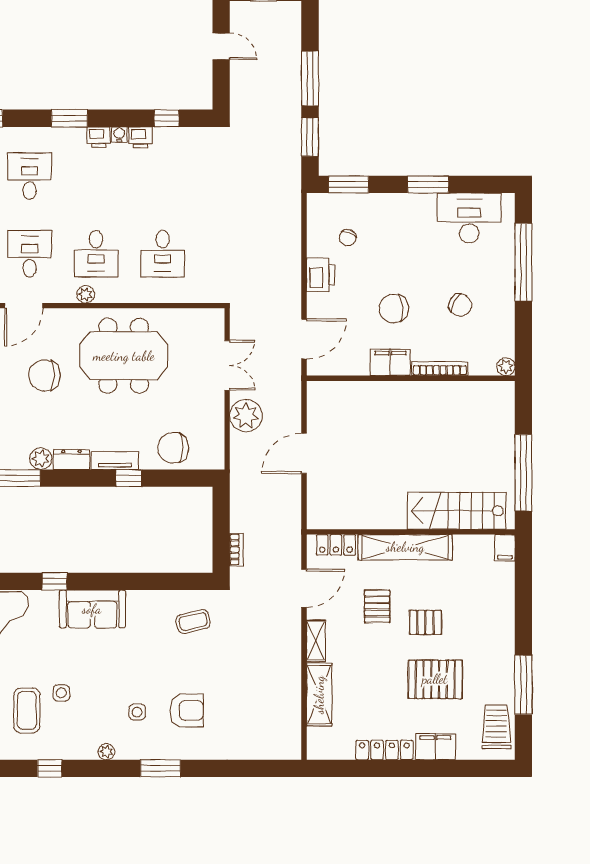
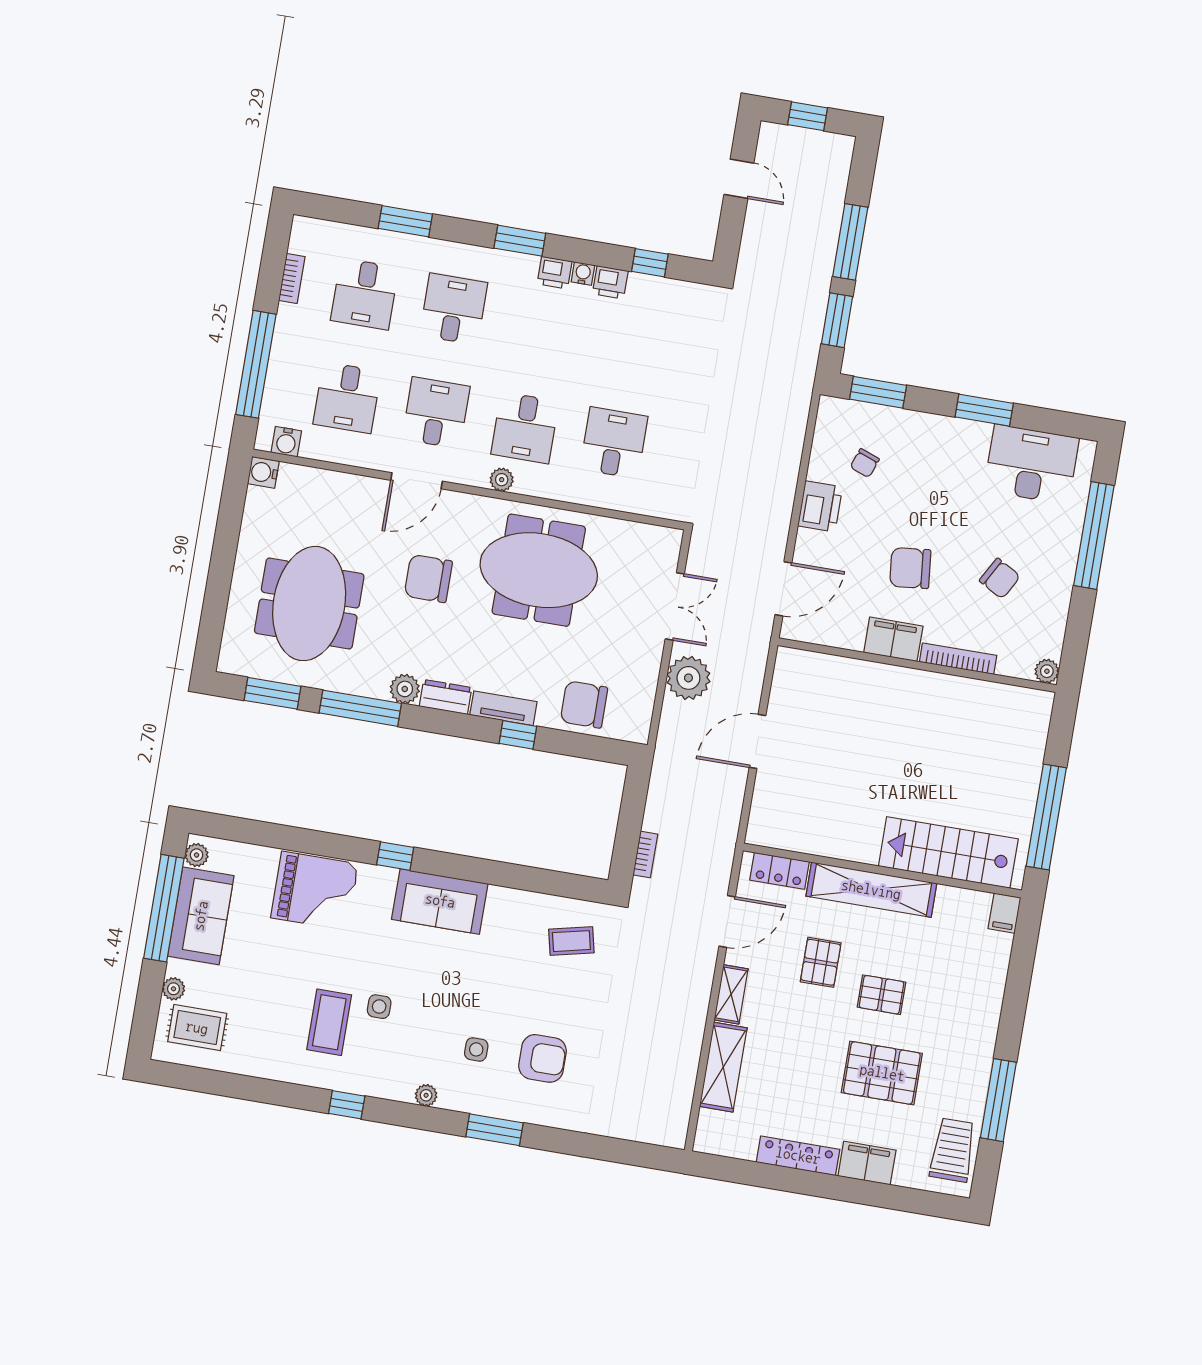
desk: (163, 254) -> (614, 443), turned 180

